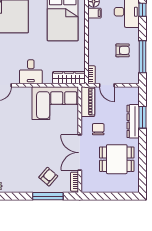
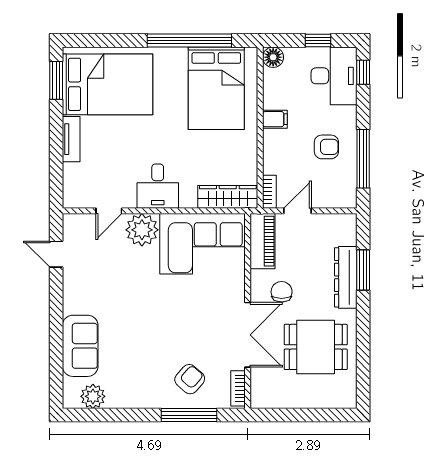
filing cabinet: (95, 13) -> (275, 119), moved
door: (107, 85) -> (297, 211), swing flipped
plant: (22, 95) -> (142, 230), added
double door: (80, 153) -> (248, 335), swing flipped

